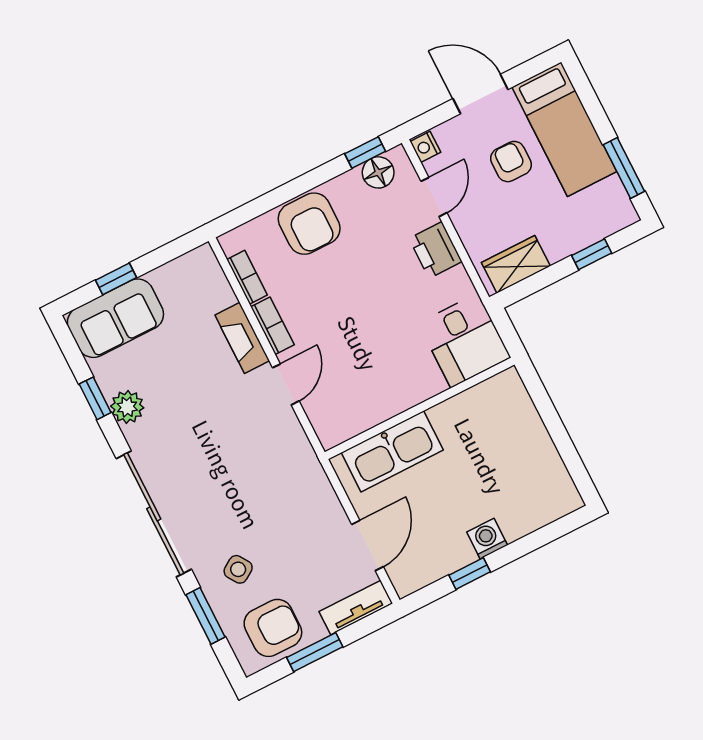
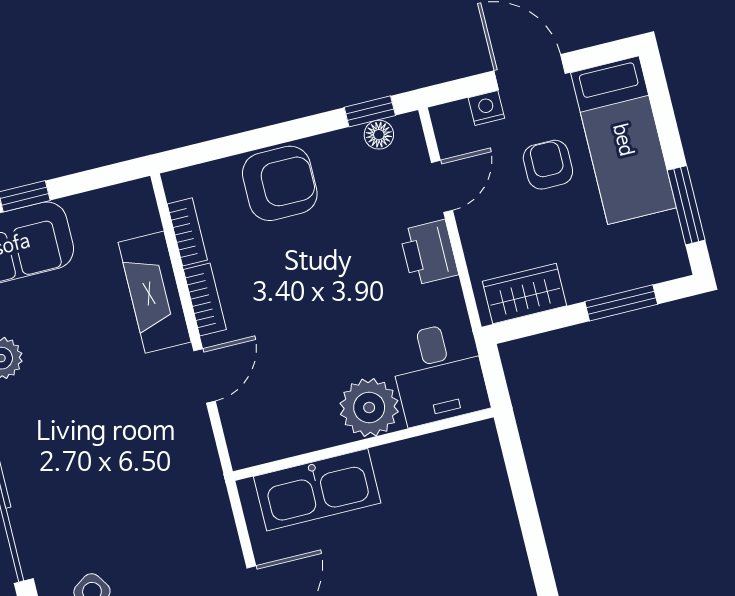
nightstand: (425, 147) -> (486, 108), moved, turned 90
floor lamp: (378, 172) -> (379, 135), width x0.73, depth x0.73
armchair: (309, 224) -> (280, 183), turned -90
window: (592, 254) -> (621, 303), width x1.50
fireplace: (242, 338) -> (155, 292), width x1.37, depth x1.32
plant: (417, 379) -> (369, 408), added

